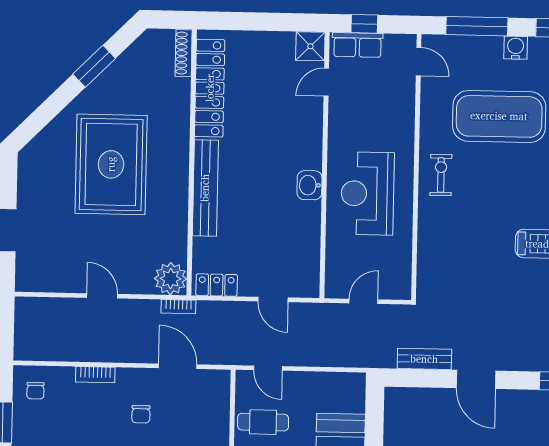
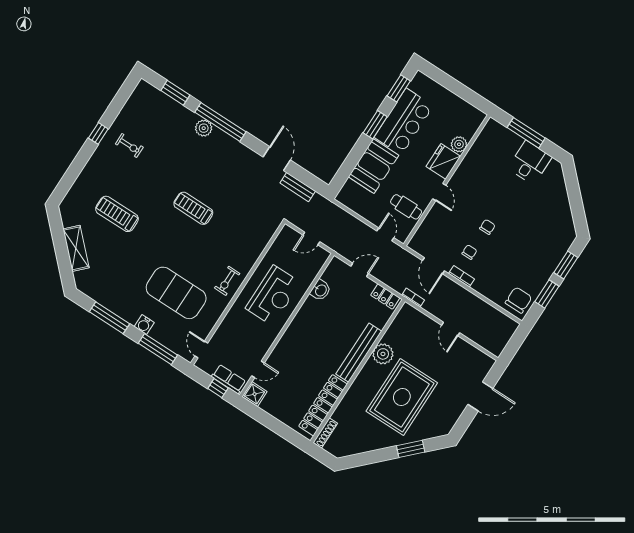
window: (94, 66) -> (411, 449), moved
washbasin: (310, 185) -> (320, 290), moved
plant: (171, 279) -> (383, 354), moved
door: (273, 299) -> (360, 270), hinge flipped
bookcase: (95, 375) -> (461, 276), moved
chair: (35, 391) -> (519, 300), width x1.87, depth x1.87

